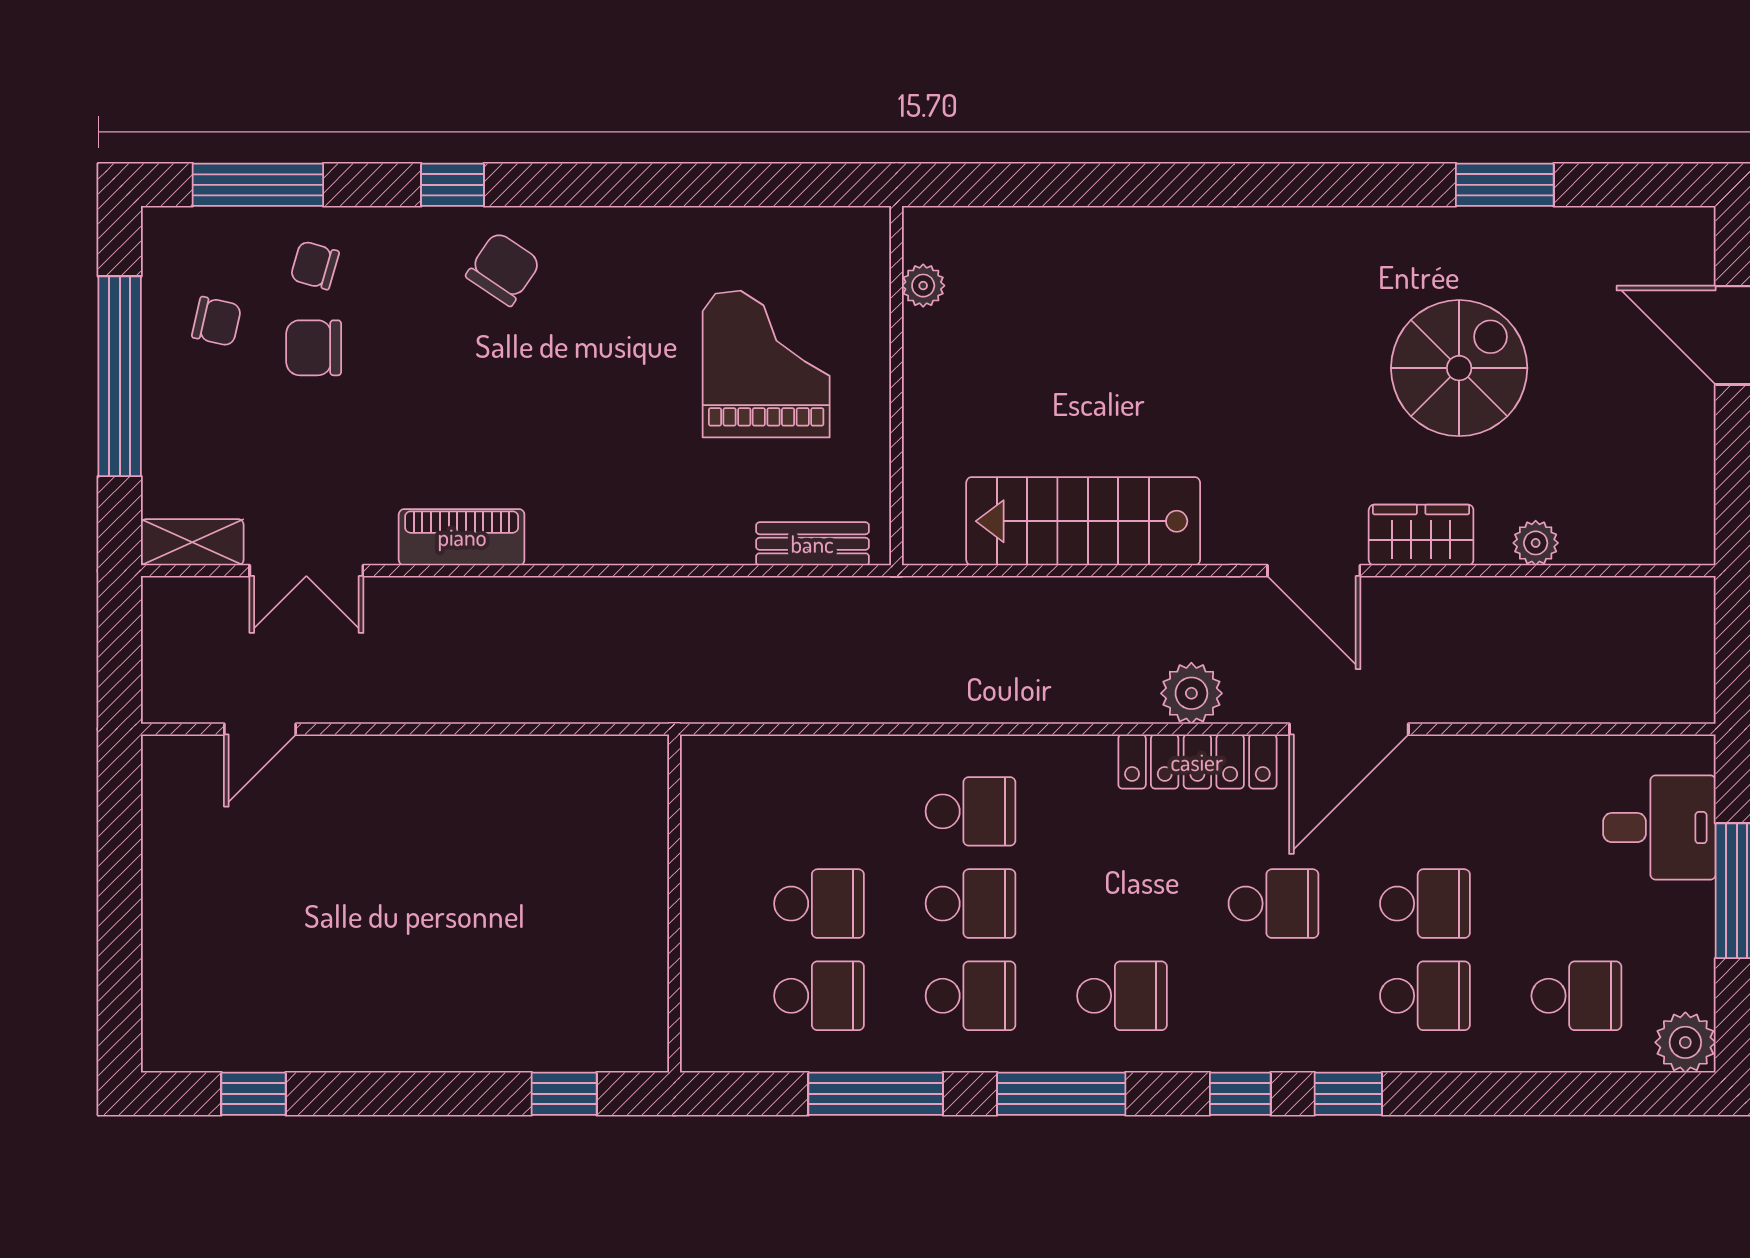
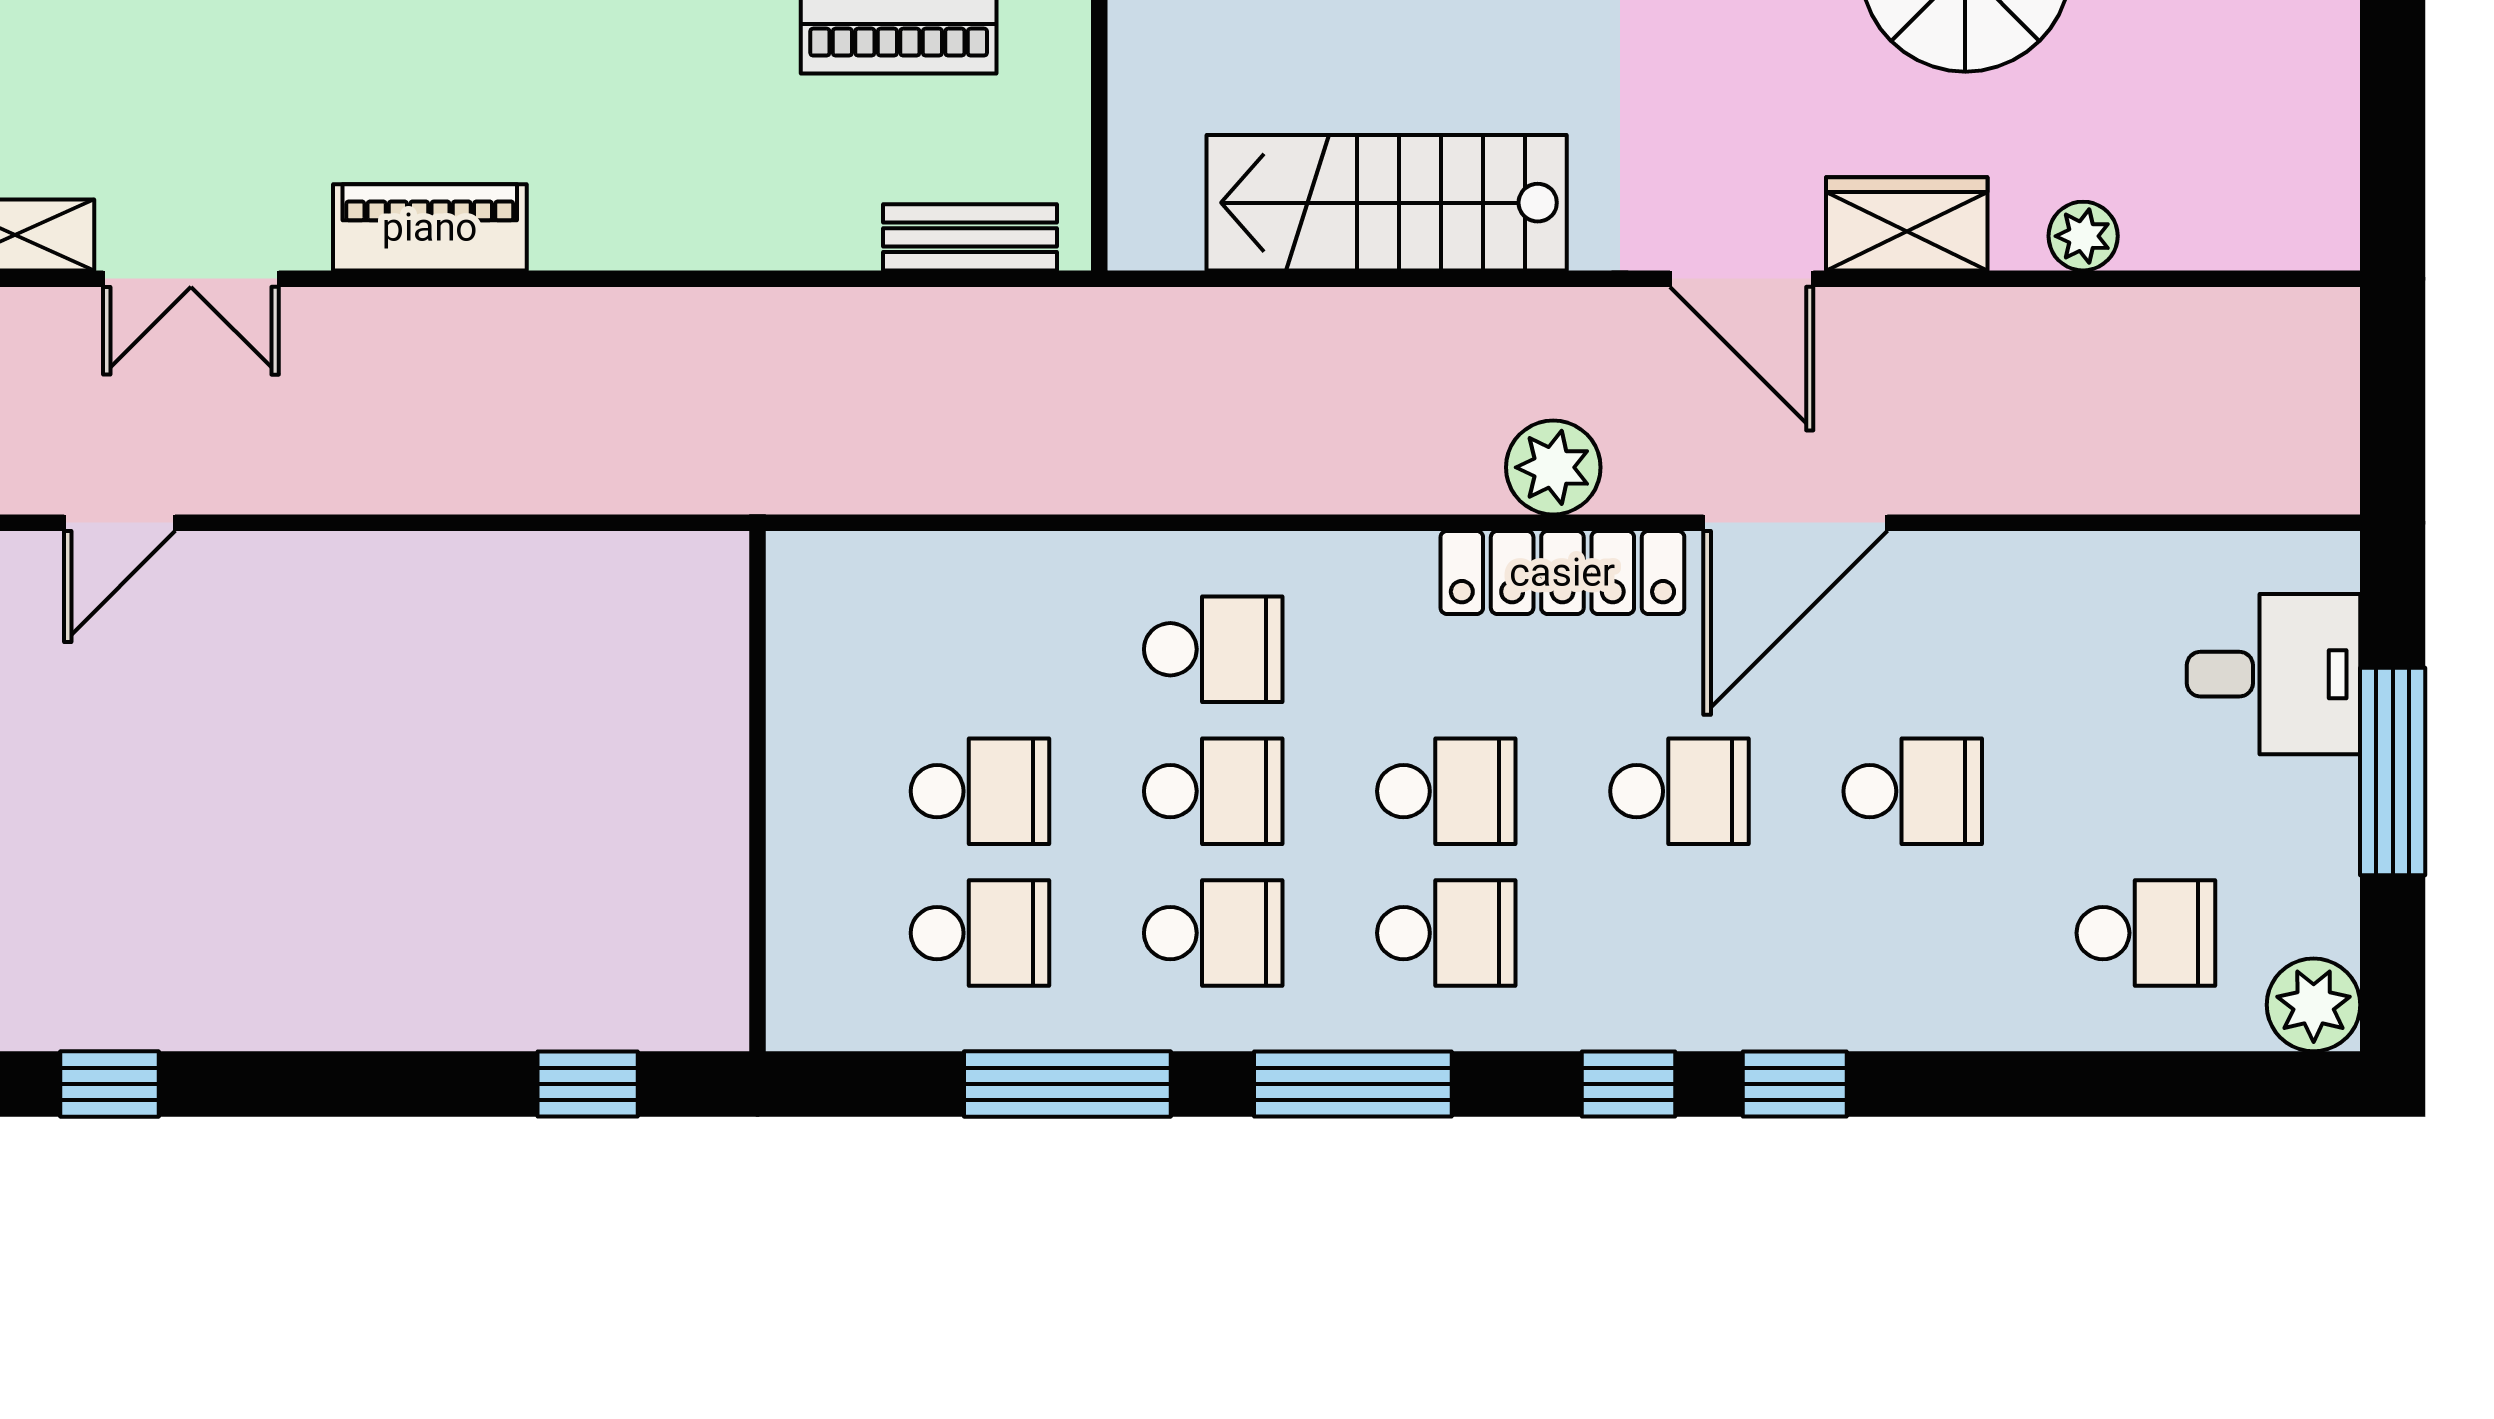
school desk: (1425, 996) -> (1446, 791), moved

